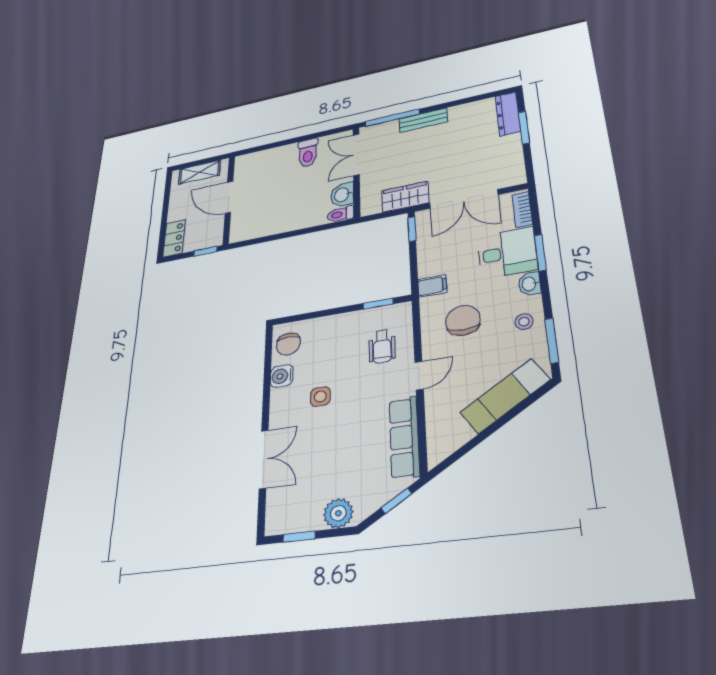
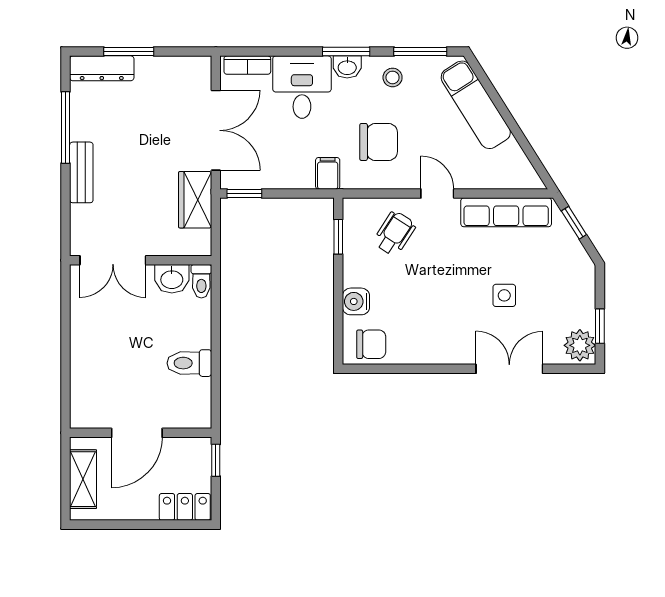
window: (392, 118) -> (66, 127), moved
toilet: (308, 153) -> (189, 363), moved, turned 180
window: (540, 253) -> (346, 52), moved
chair: (463, 320) -> (379, 142), turned 180
wheelchair: (382, 347) -> (395, 233), turned -57
water cooler: (282, 376) -> (356, 301), moved, turned 90
side table: (320, 397) -> (504, 295), moved
plant: (338, 513) -> (580, 345), moved

